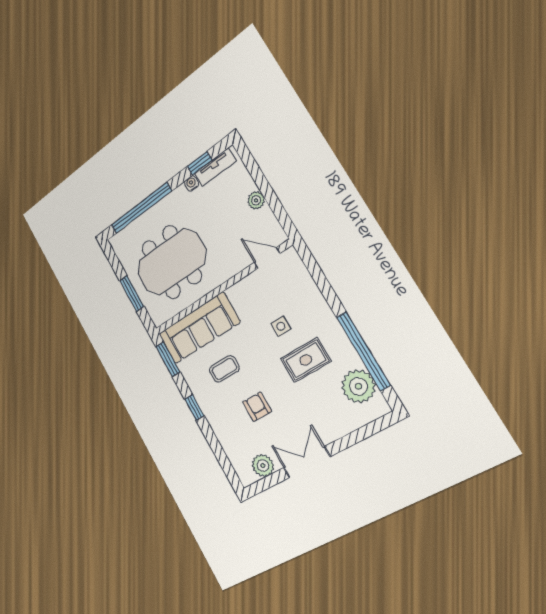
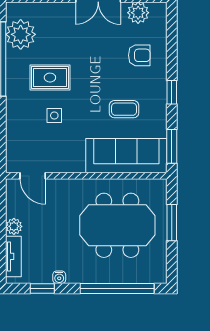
tv unit: (215, 167) -> (13, 256), moved, turned 90
armchair: (257, 407) -> (139, 55), moved, turned -90

